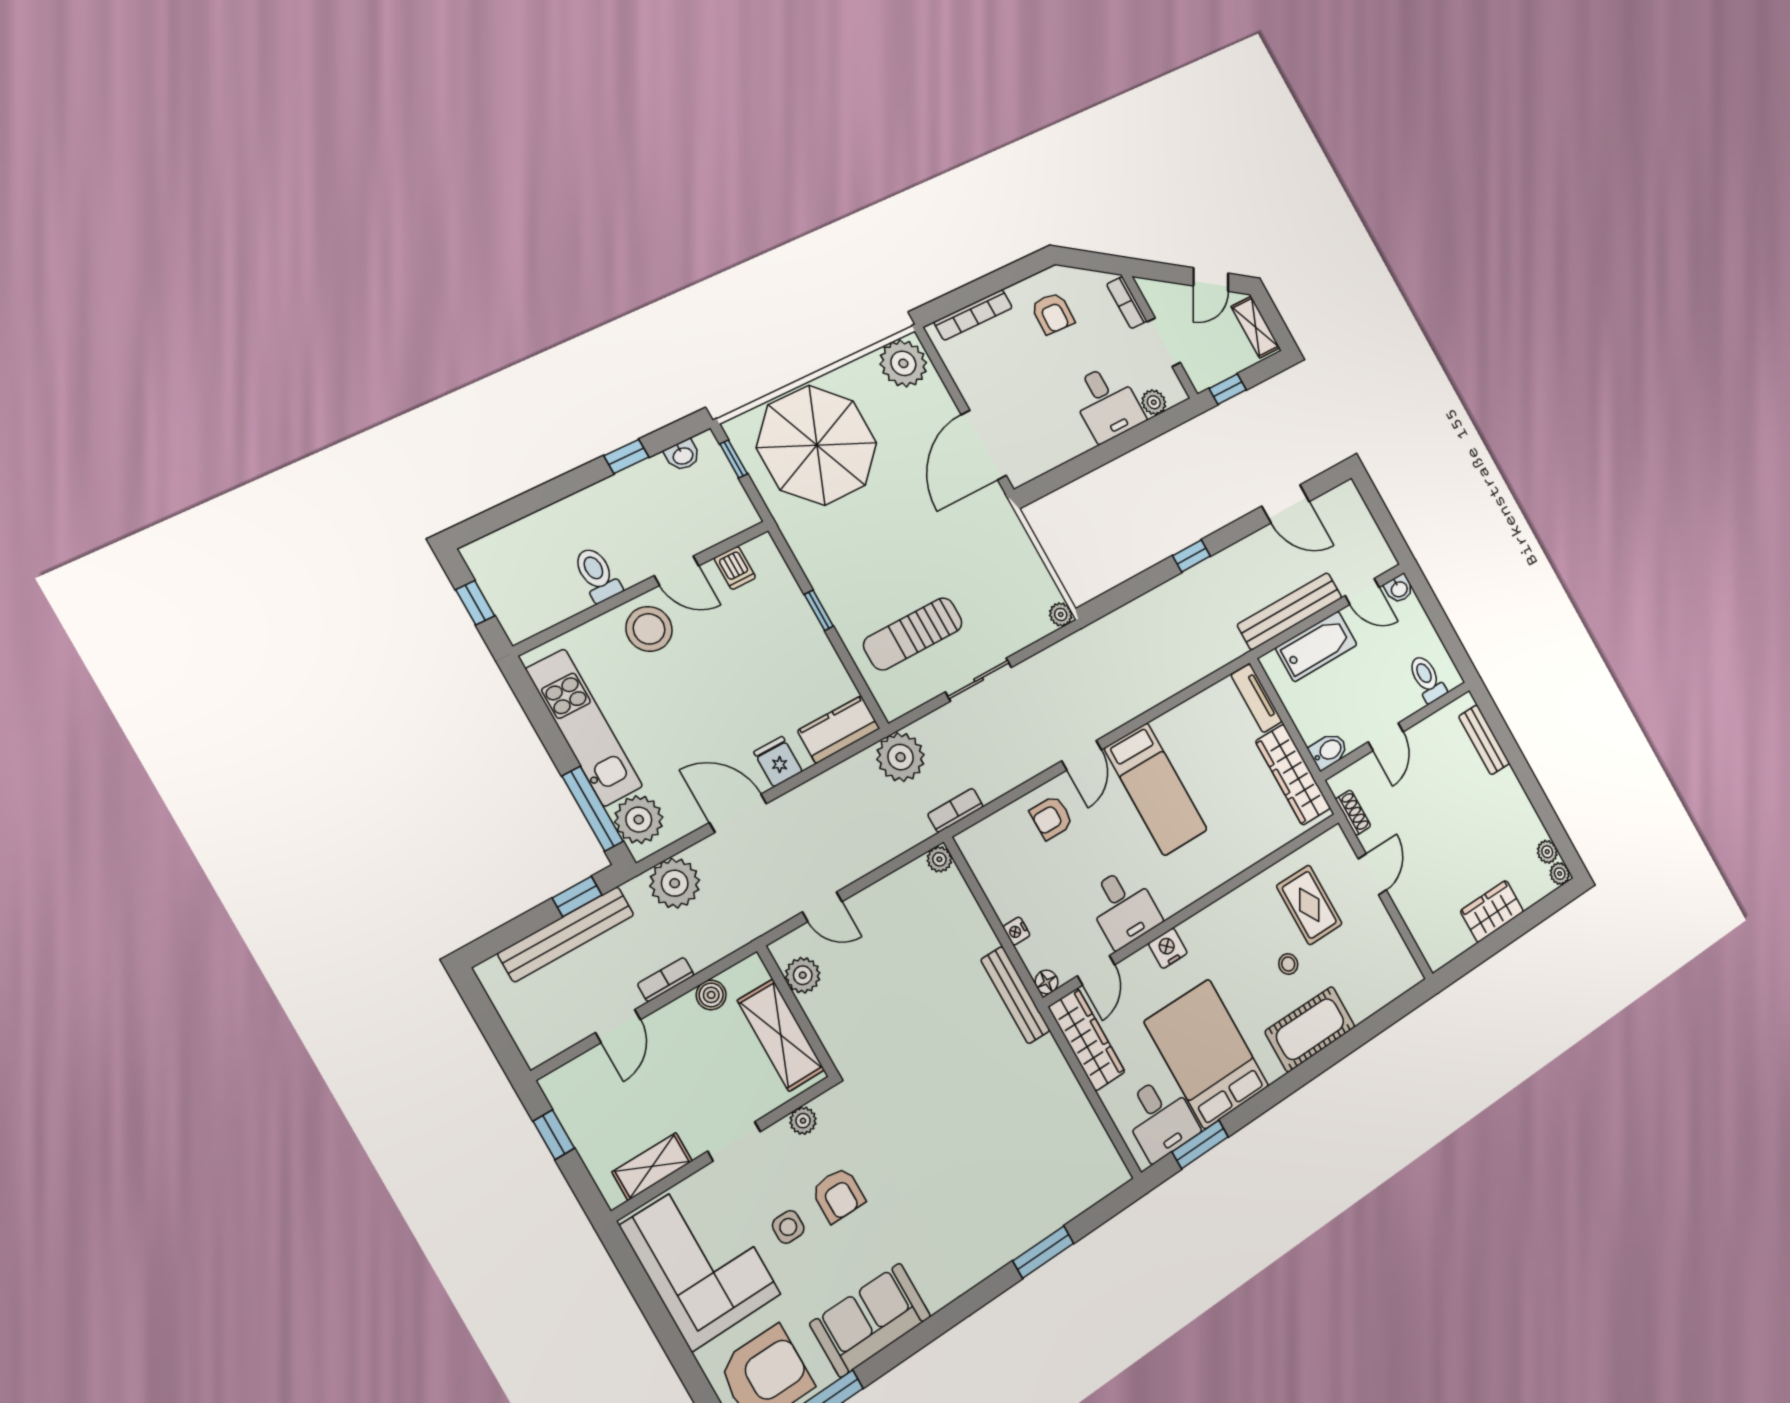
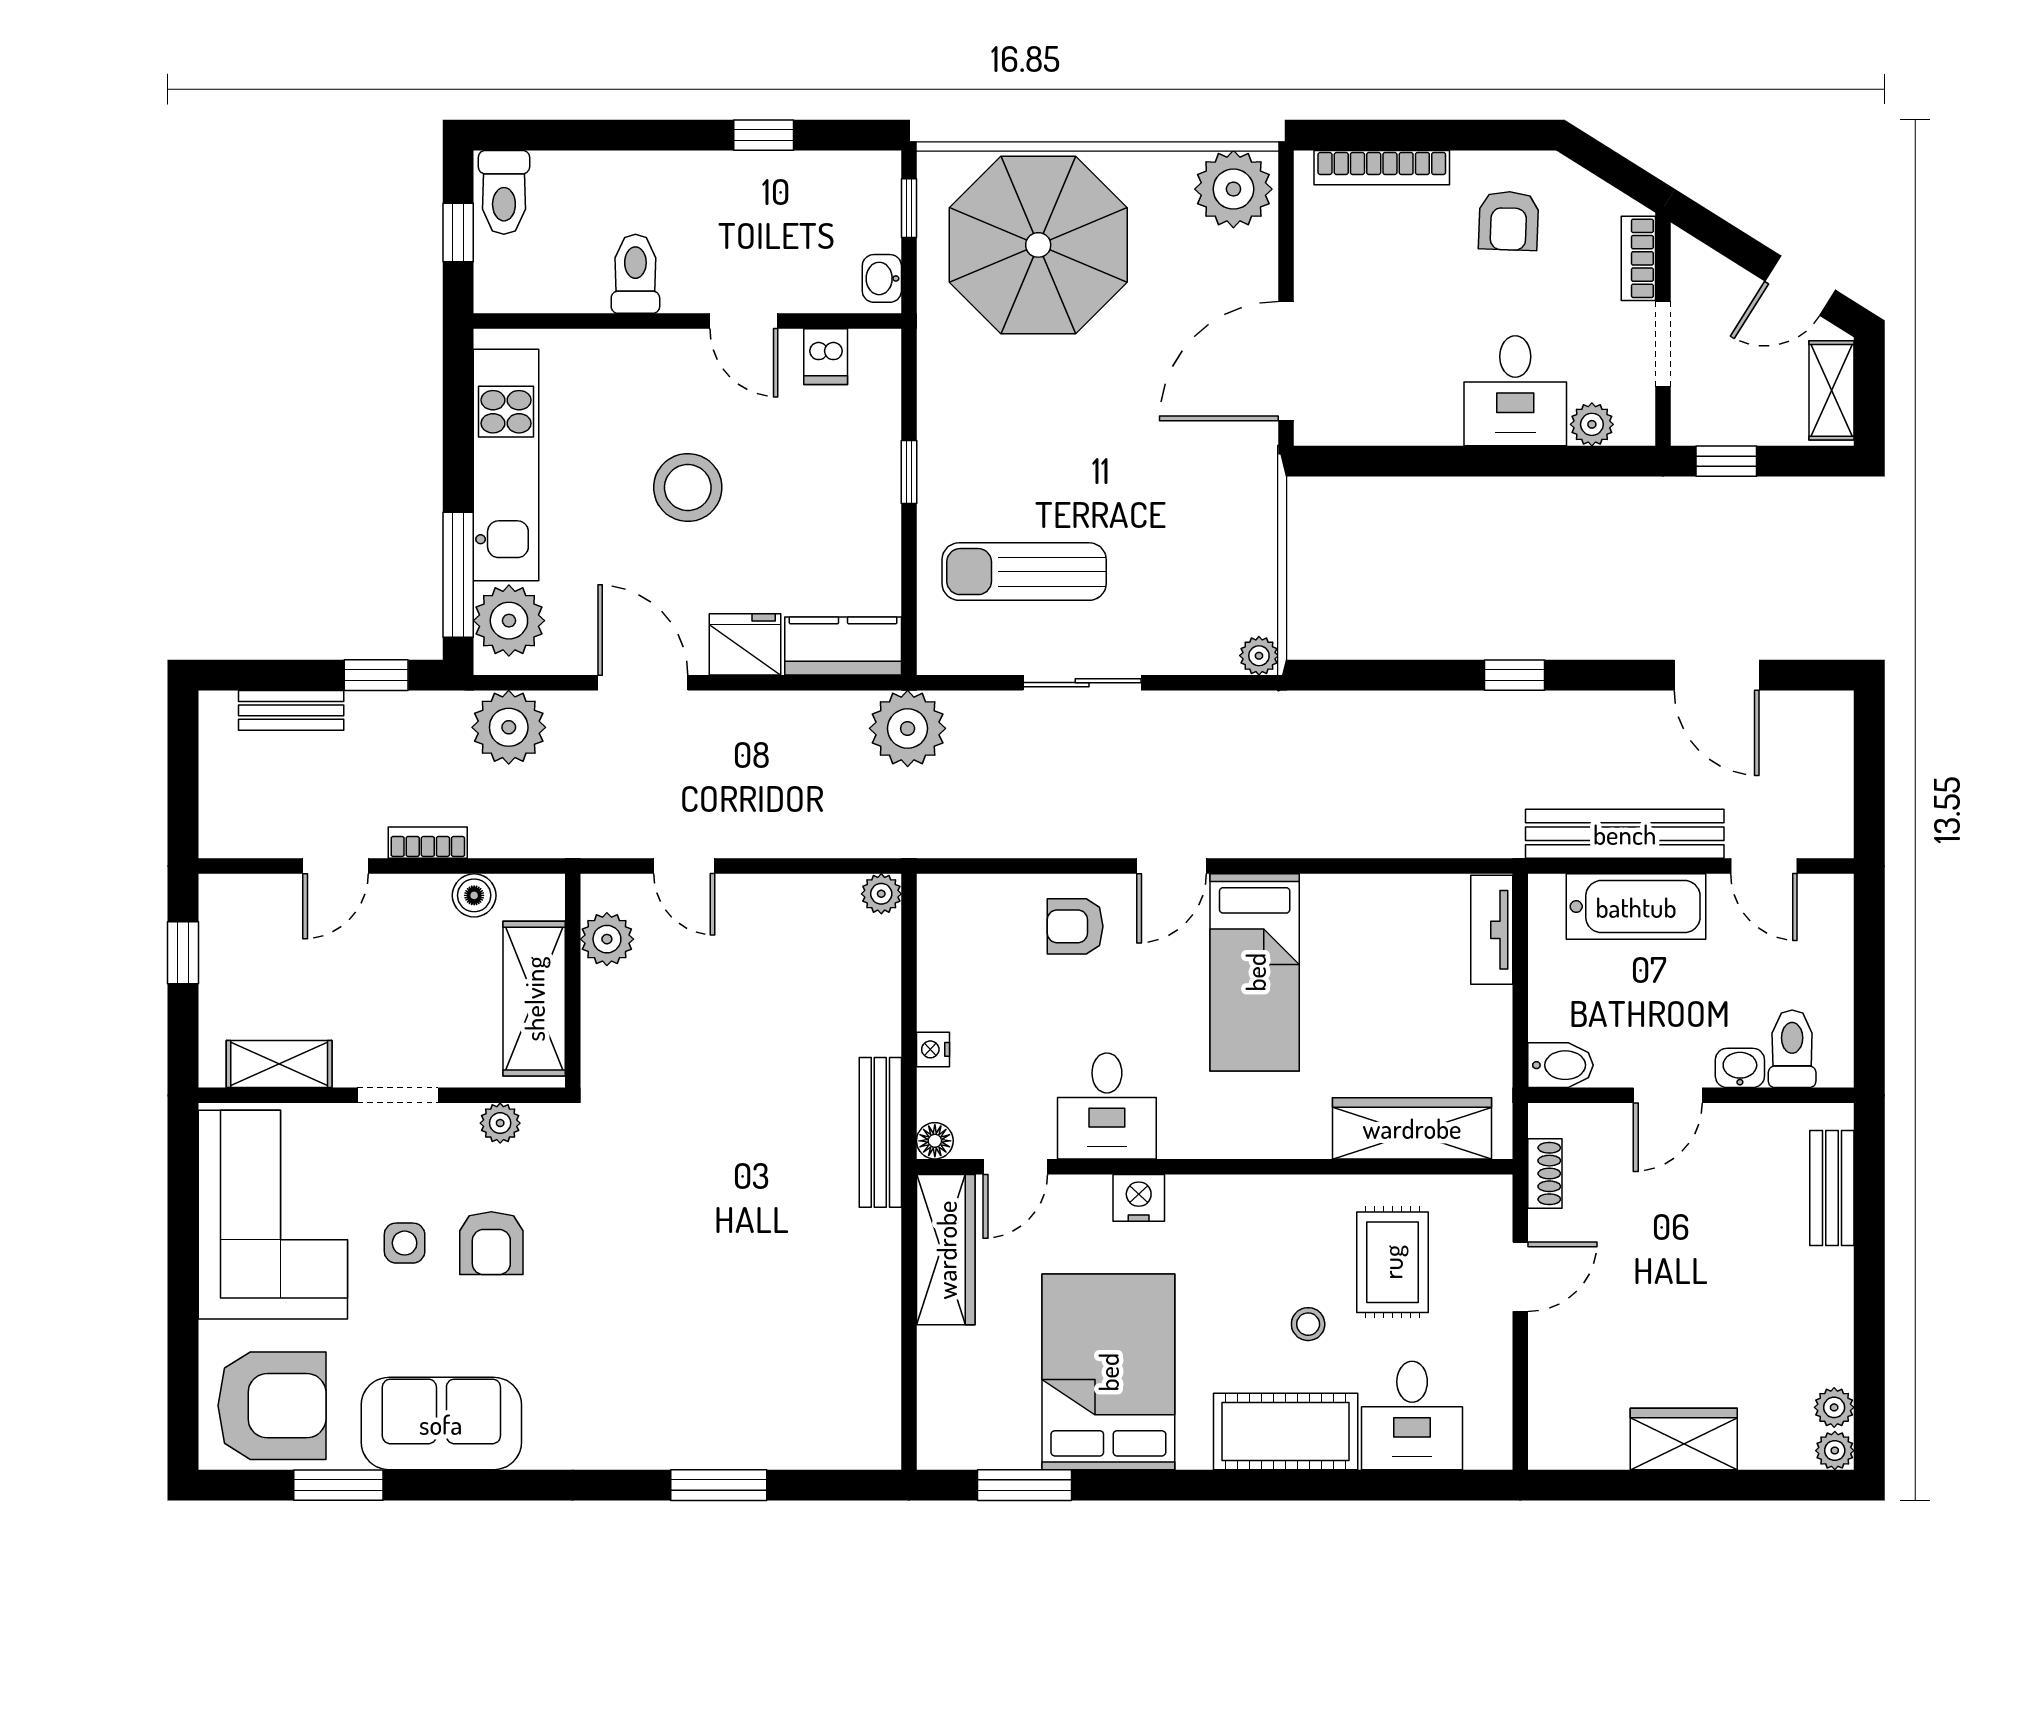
washbasin: (683, 455) -> (882, 278), moved, turned 90
toilet: (490, 565) -> (504, 192), added
washbasin: (1399, 589) -> (1740, 1068), moved, turned 180
stool: (649, 629) -> (688, 487), moved
fridge: (778, 762) -> (745, 644), width x1.38
wardrobe: (1293, 775) -> (1412, 1128), moved, turned 90
bookcase: (955, 810) -> (943, 841), removed
bench: (566, 934) -> (291, 710), width x0.54, depth x0.82
desk: (1160, 1118) -> (1412, 1415), moved

